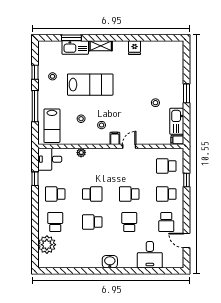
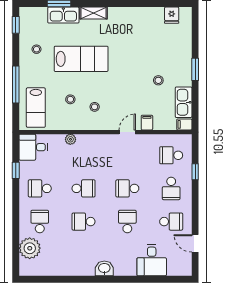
fridge: (134, 48) -> (172, 15), moved
window: (35, 72) -> (16, 25), moved
filing cabinet: (115, 138) -> (147, 123), moved
school desk: (166, 194) -> (171, 188), turned -90
school desk: (166, 222) -> (171, 222), turned -90

